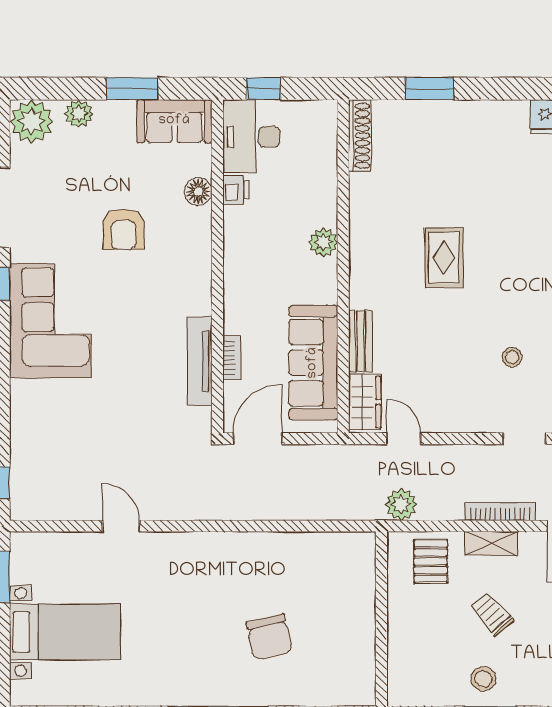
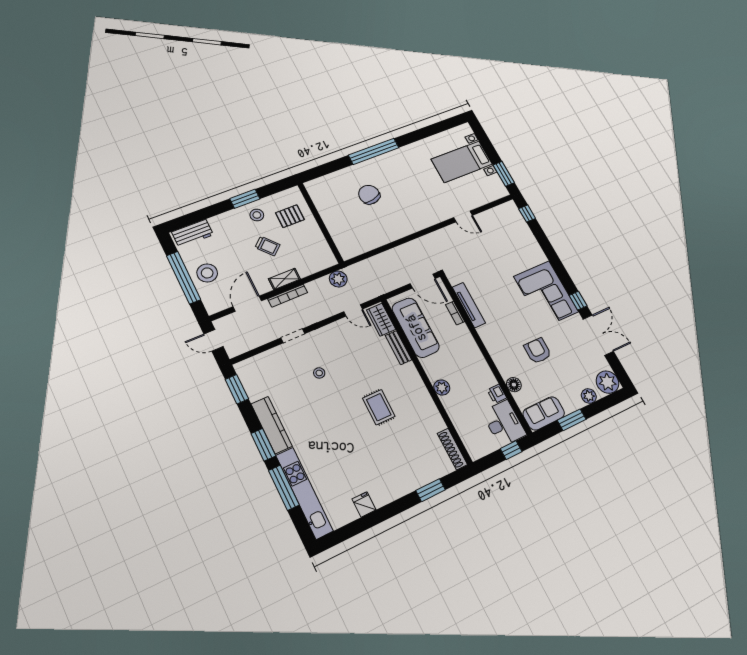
door: (258, 439) -> (423, 281), hinge flipped
pallet: (431, 561) -> (290, 216), moved, turned 90

